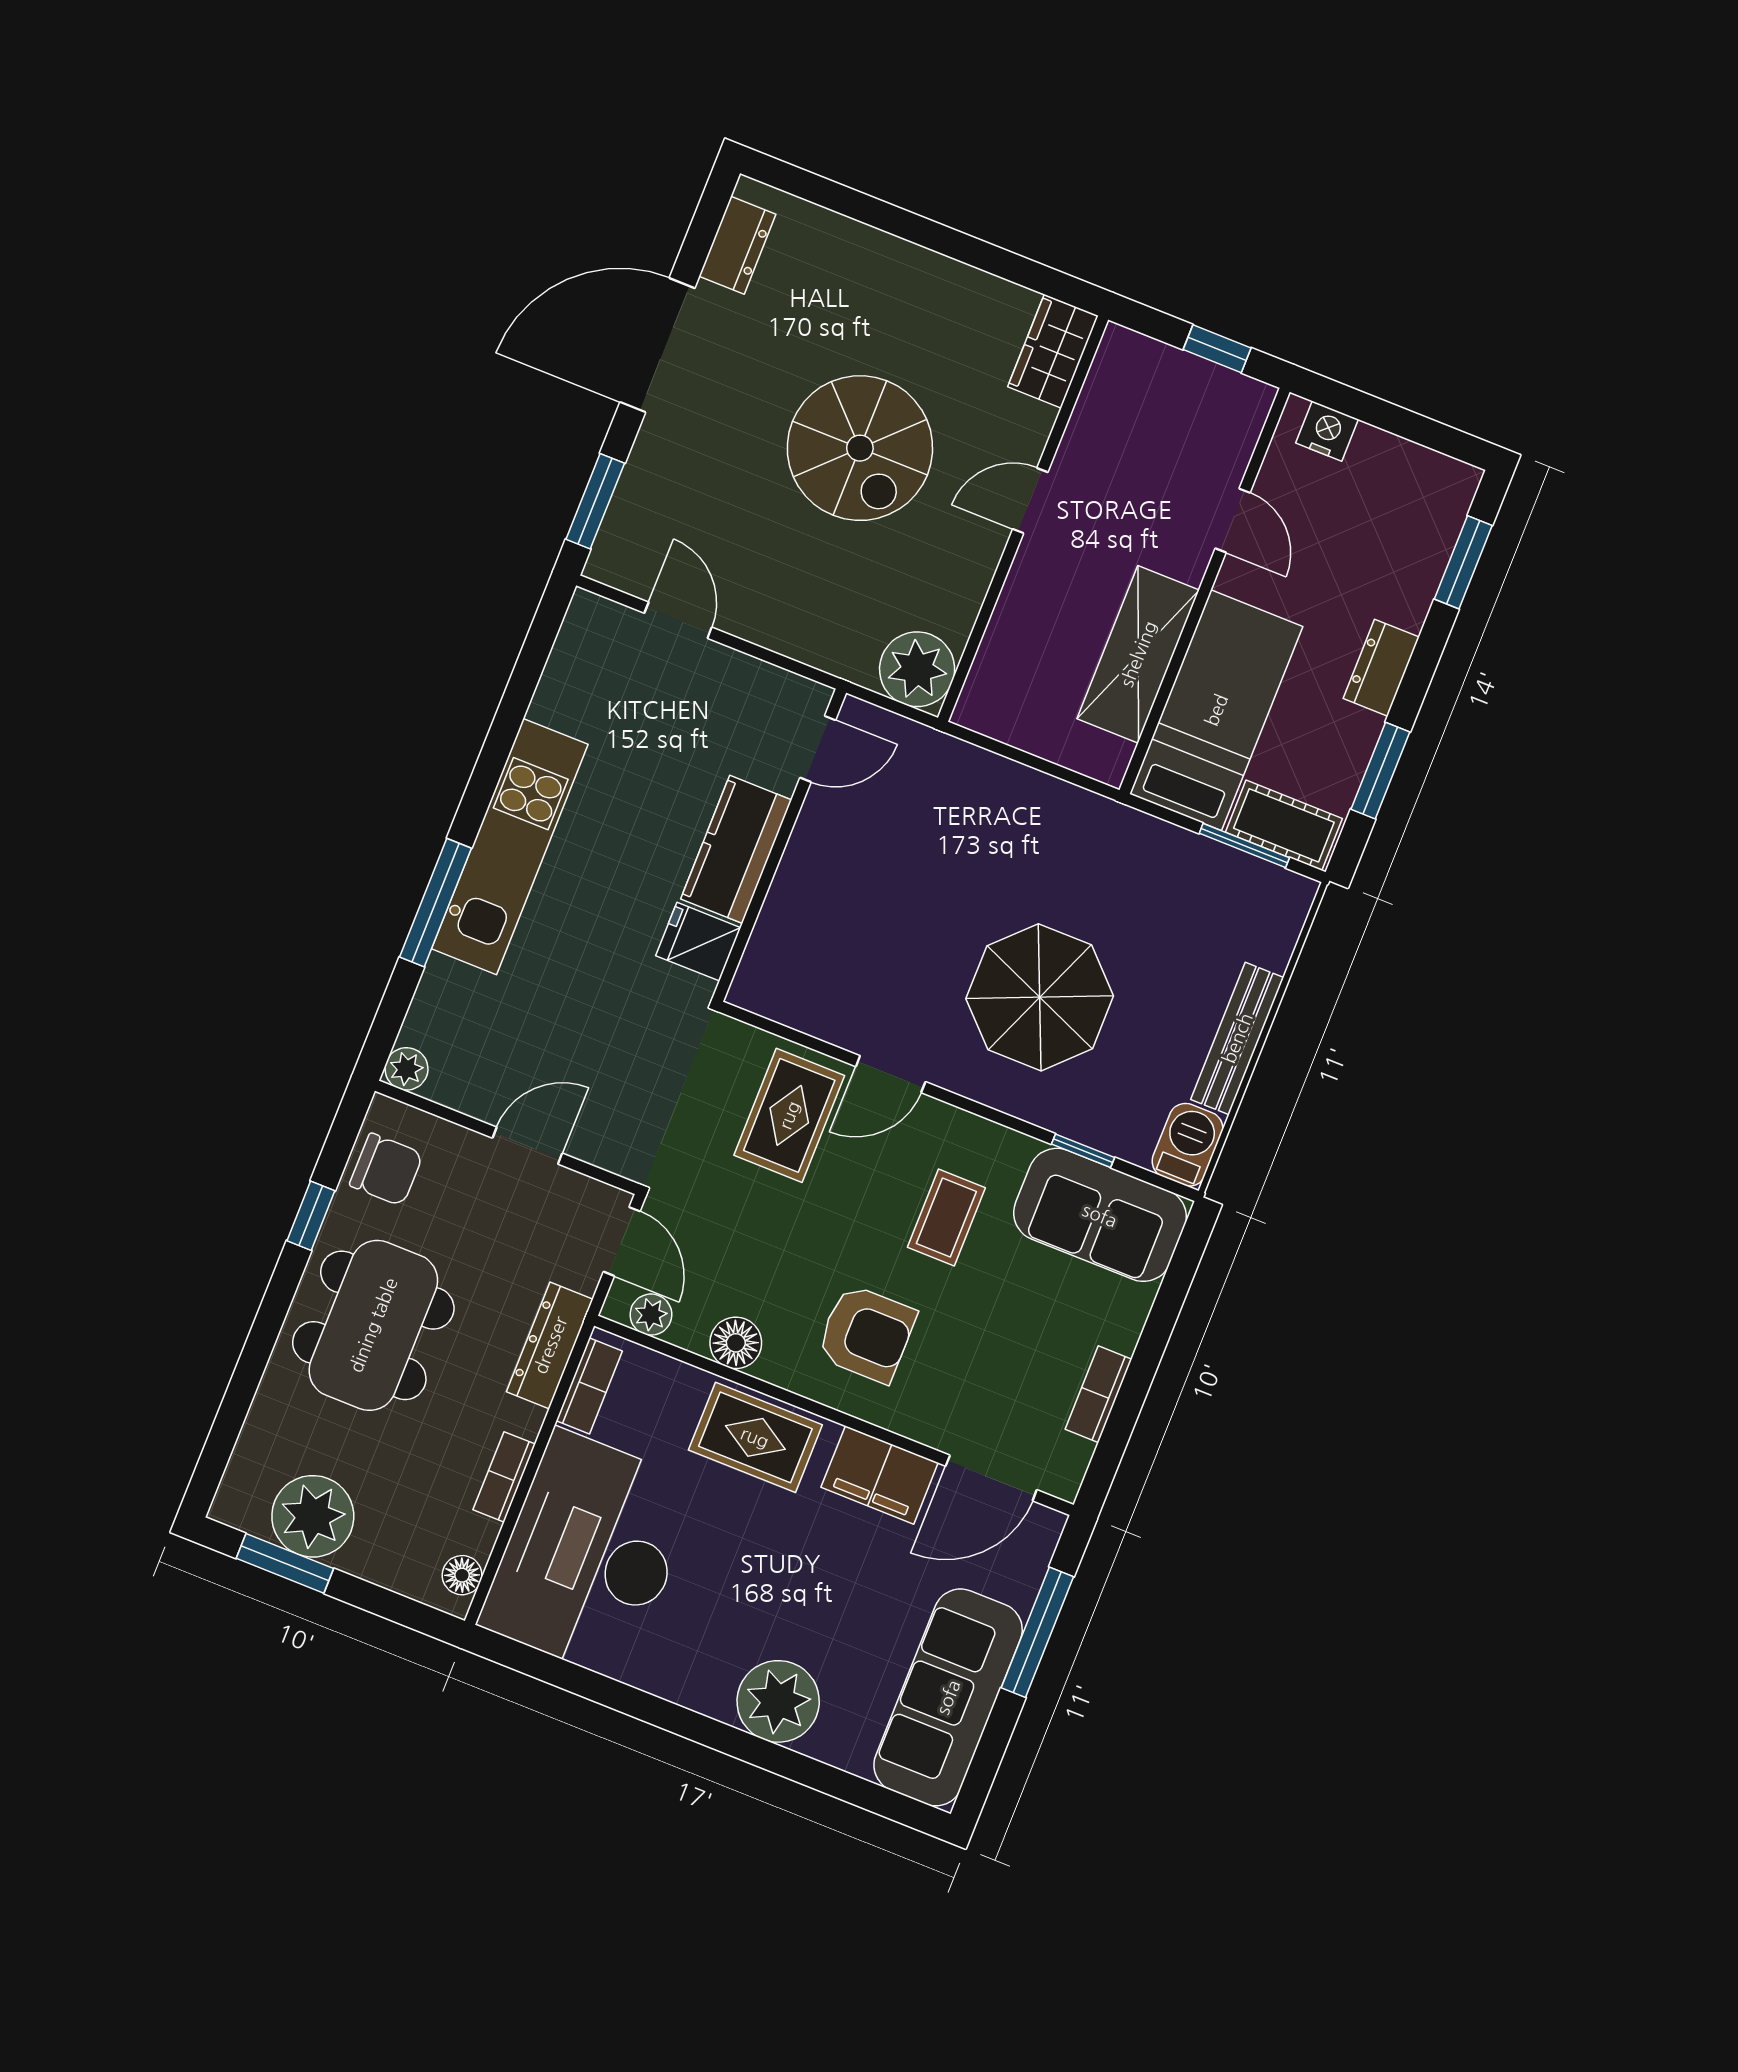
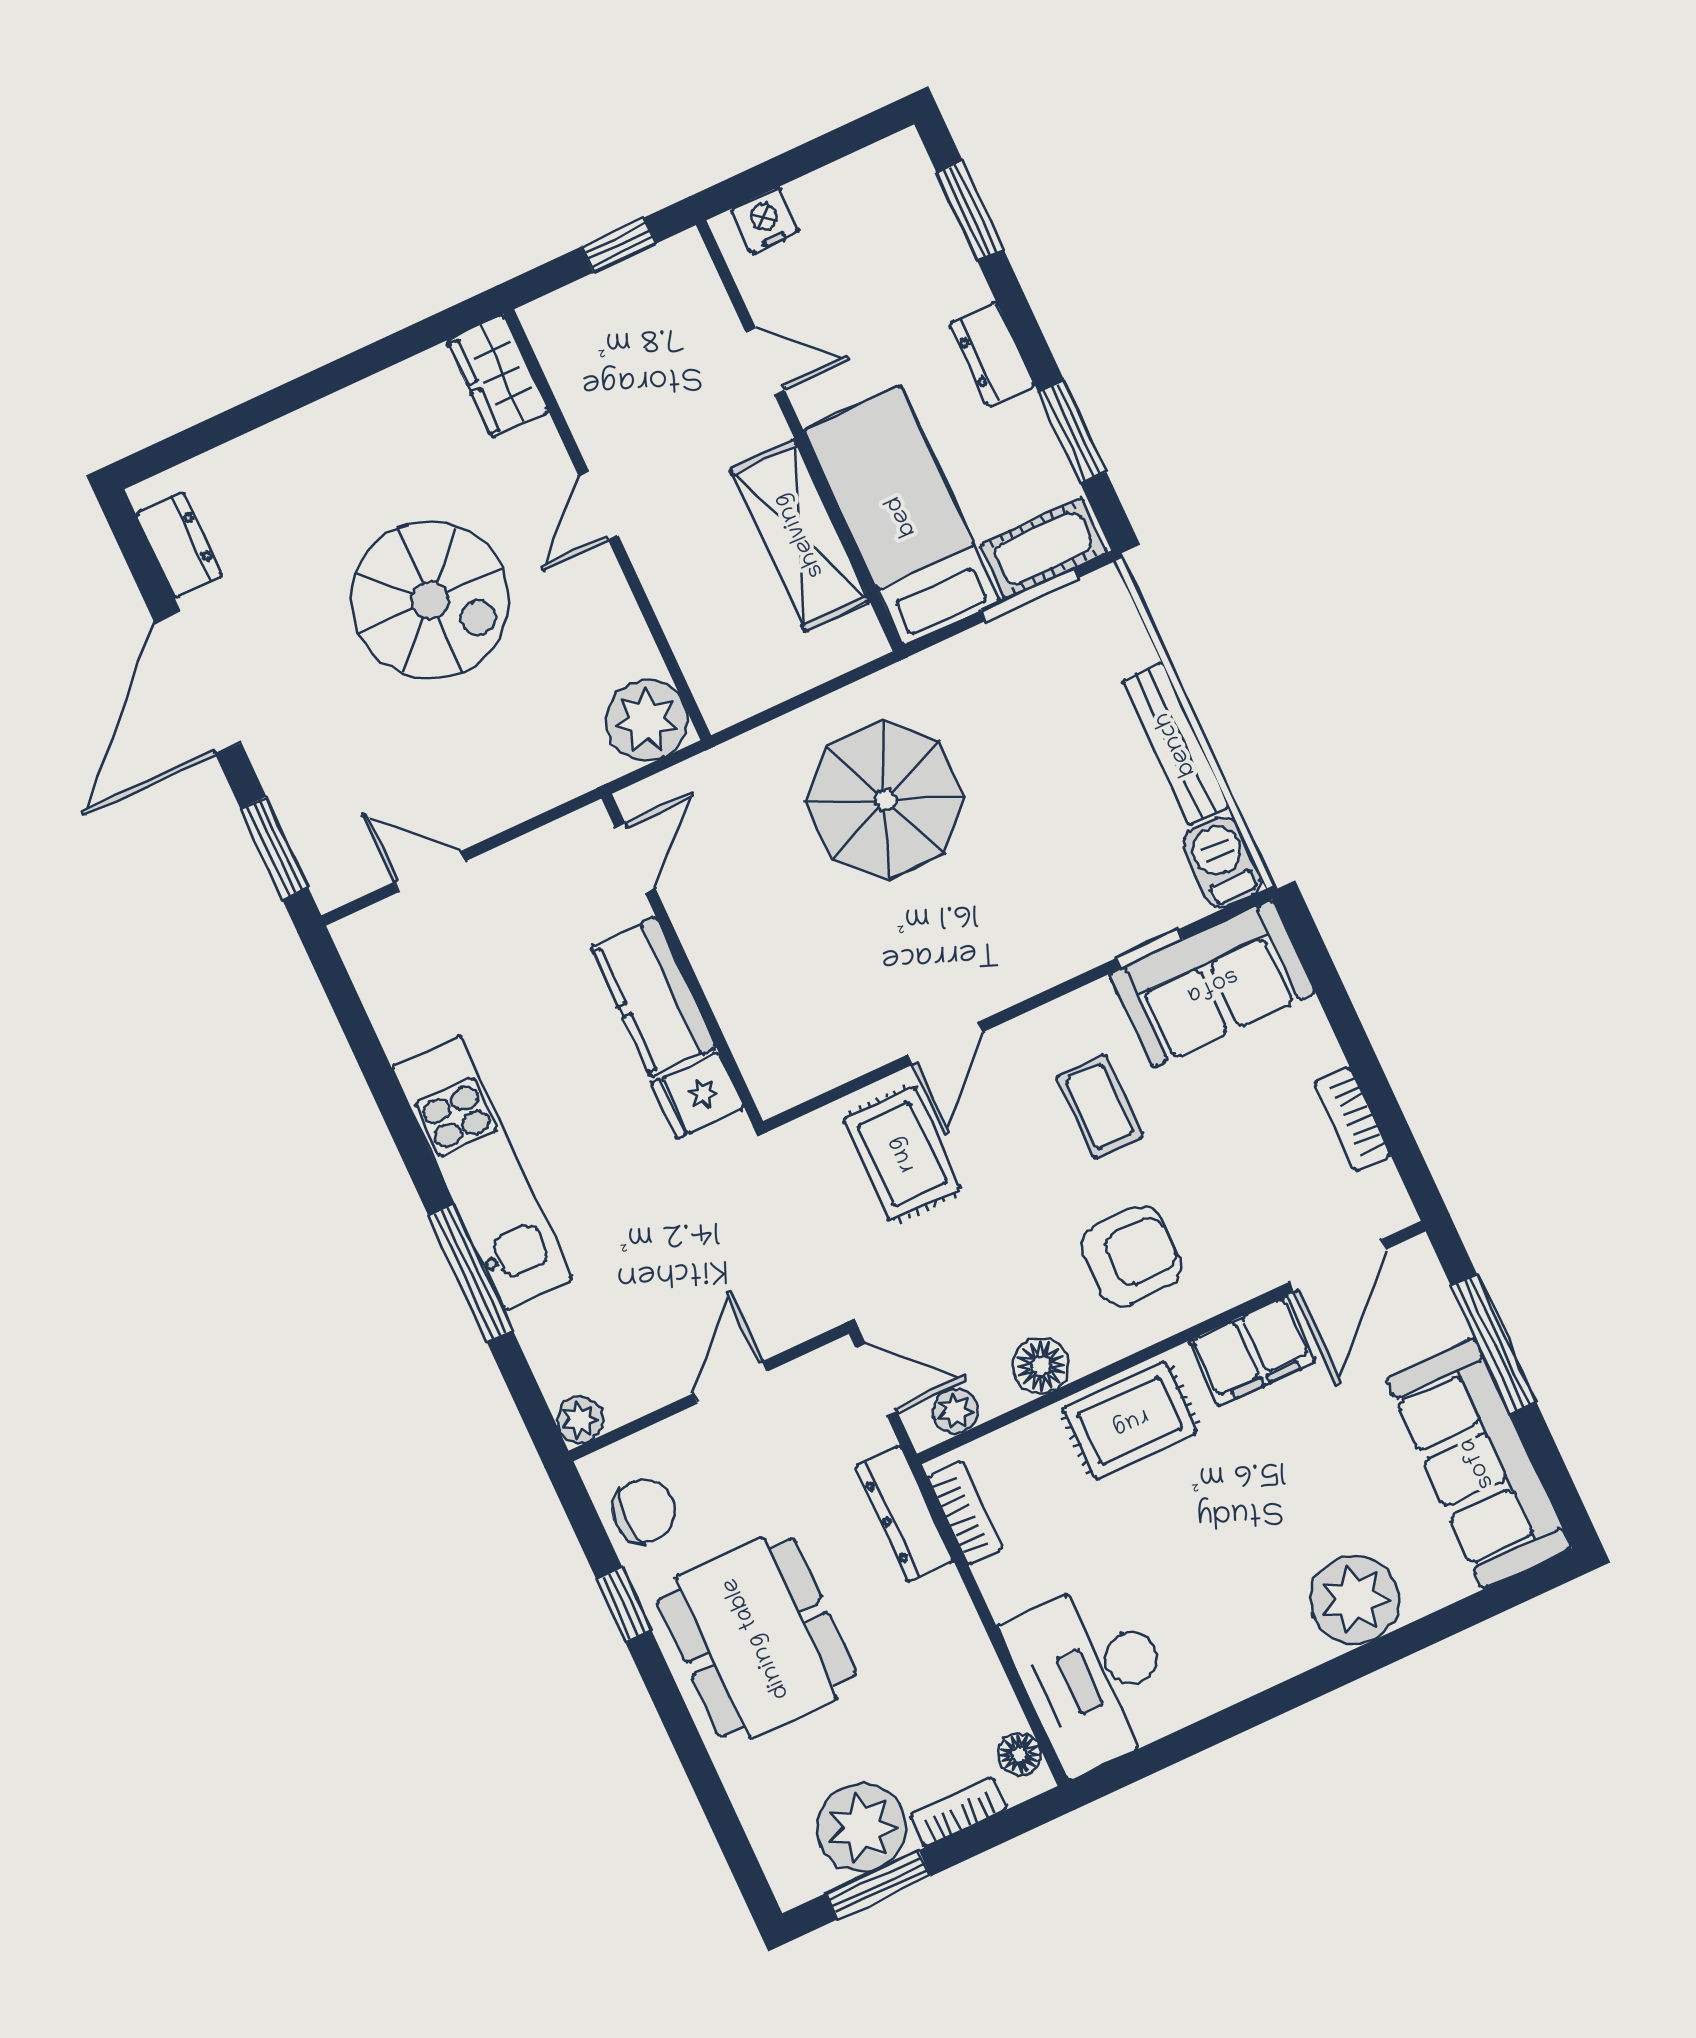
parasol: (1040, 997) -> (885, 800), moved
bookcase: (504, 1477) -> (959, 1812), moved, turned 90
desk: (590, 1555) -> (1093, 1675), width x0.73, depth x0.77

